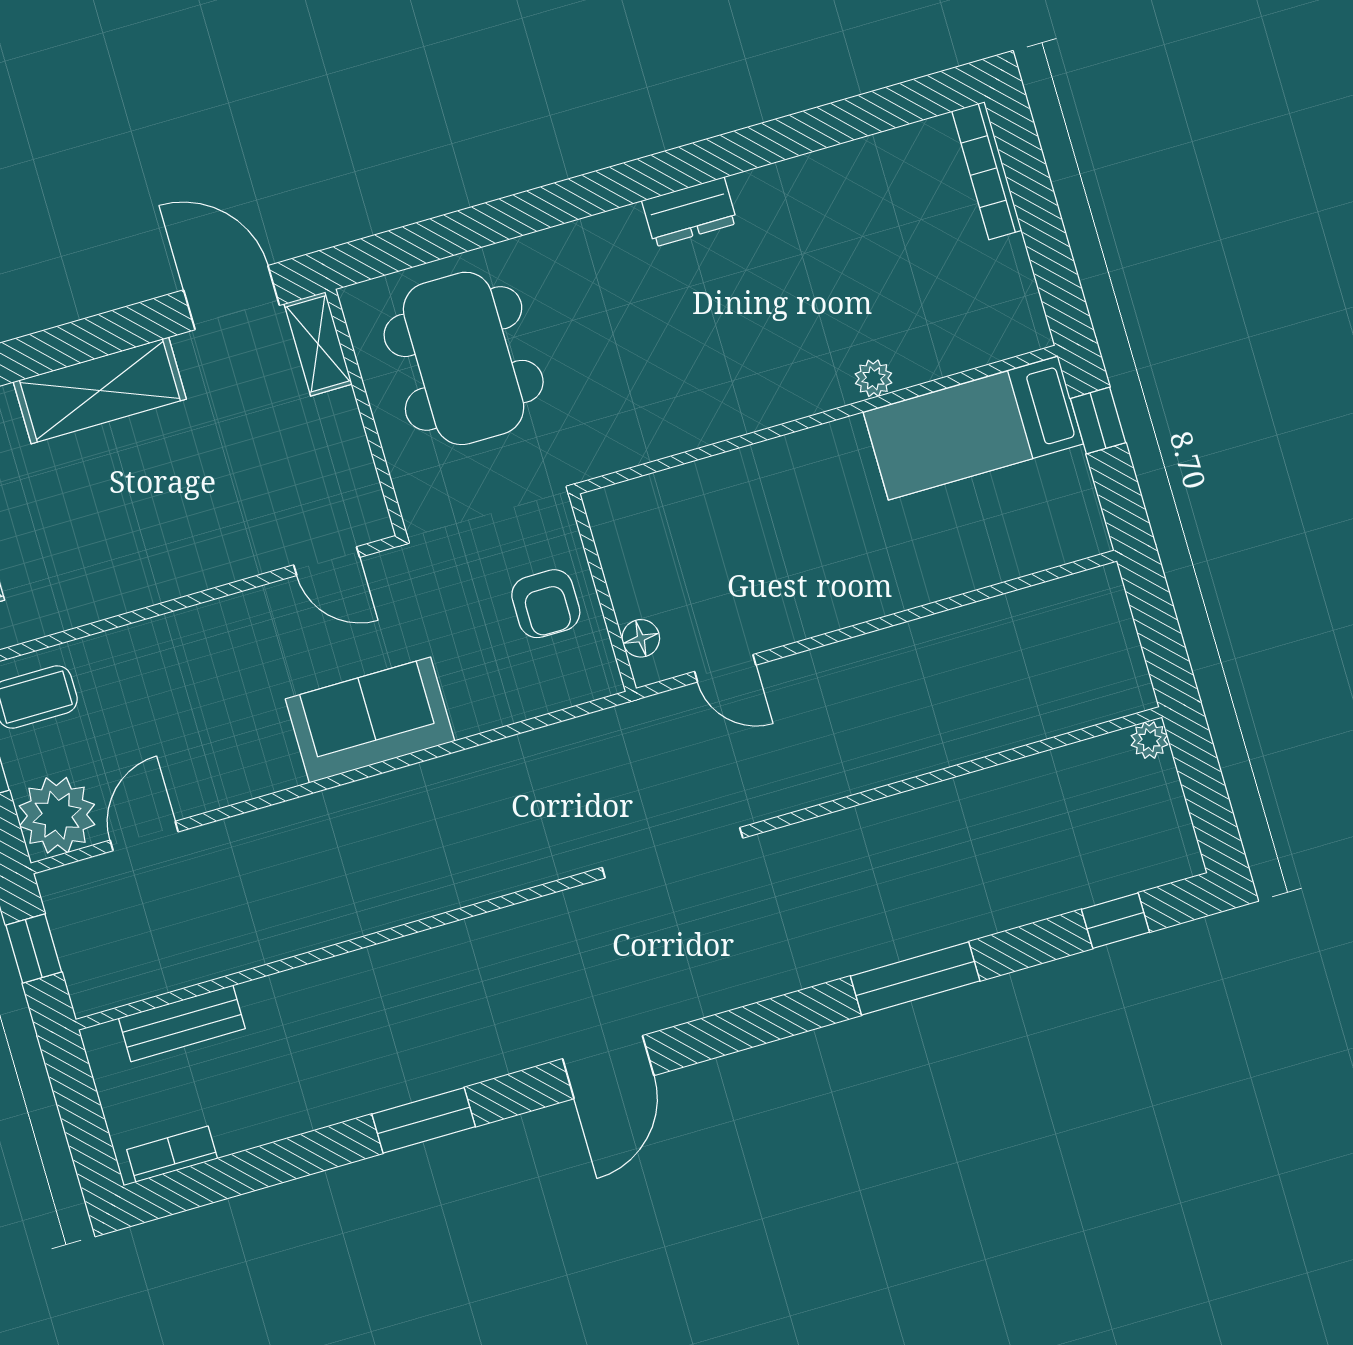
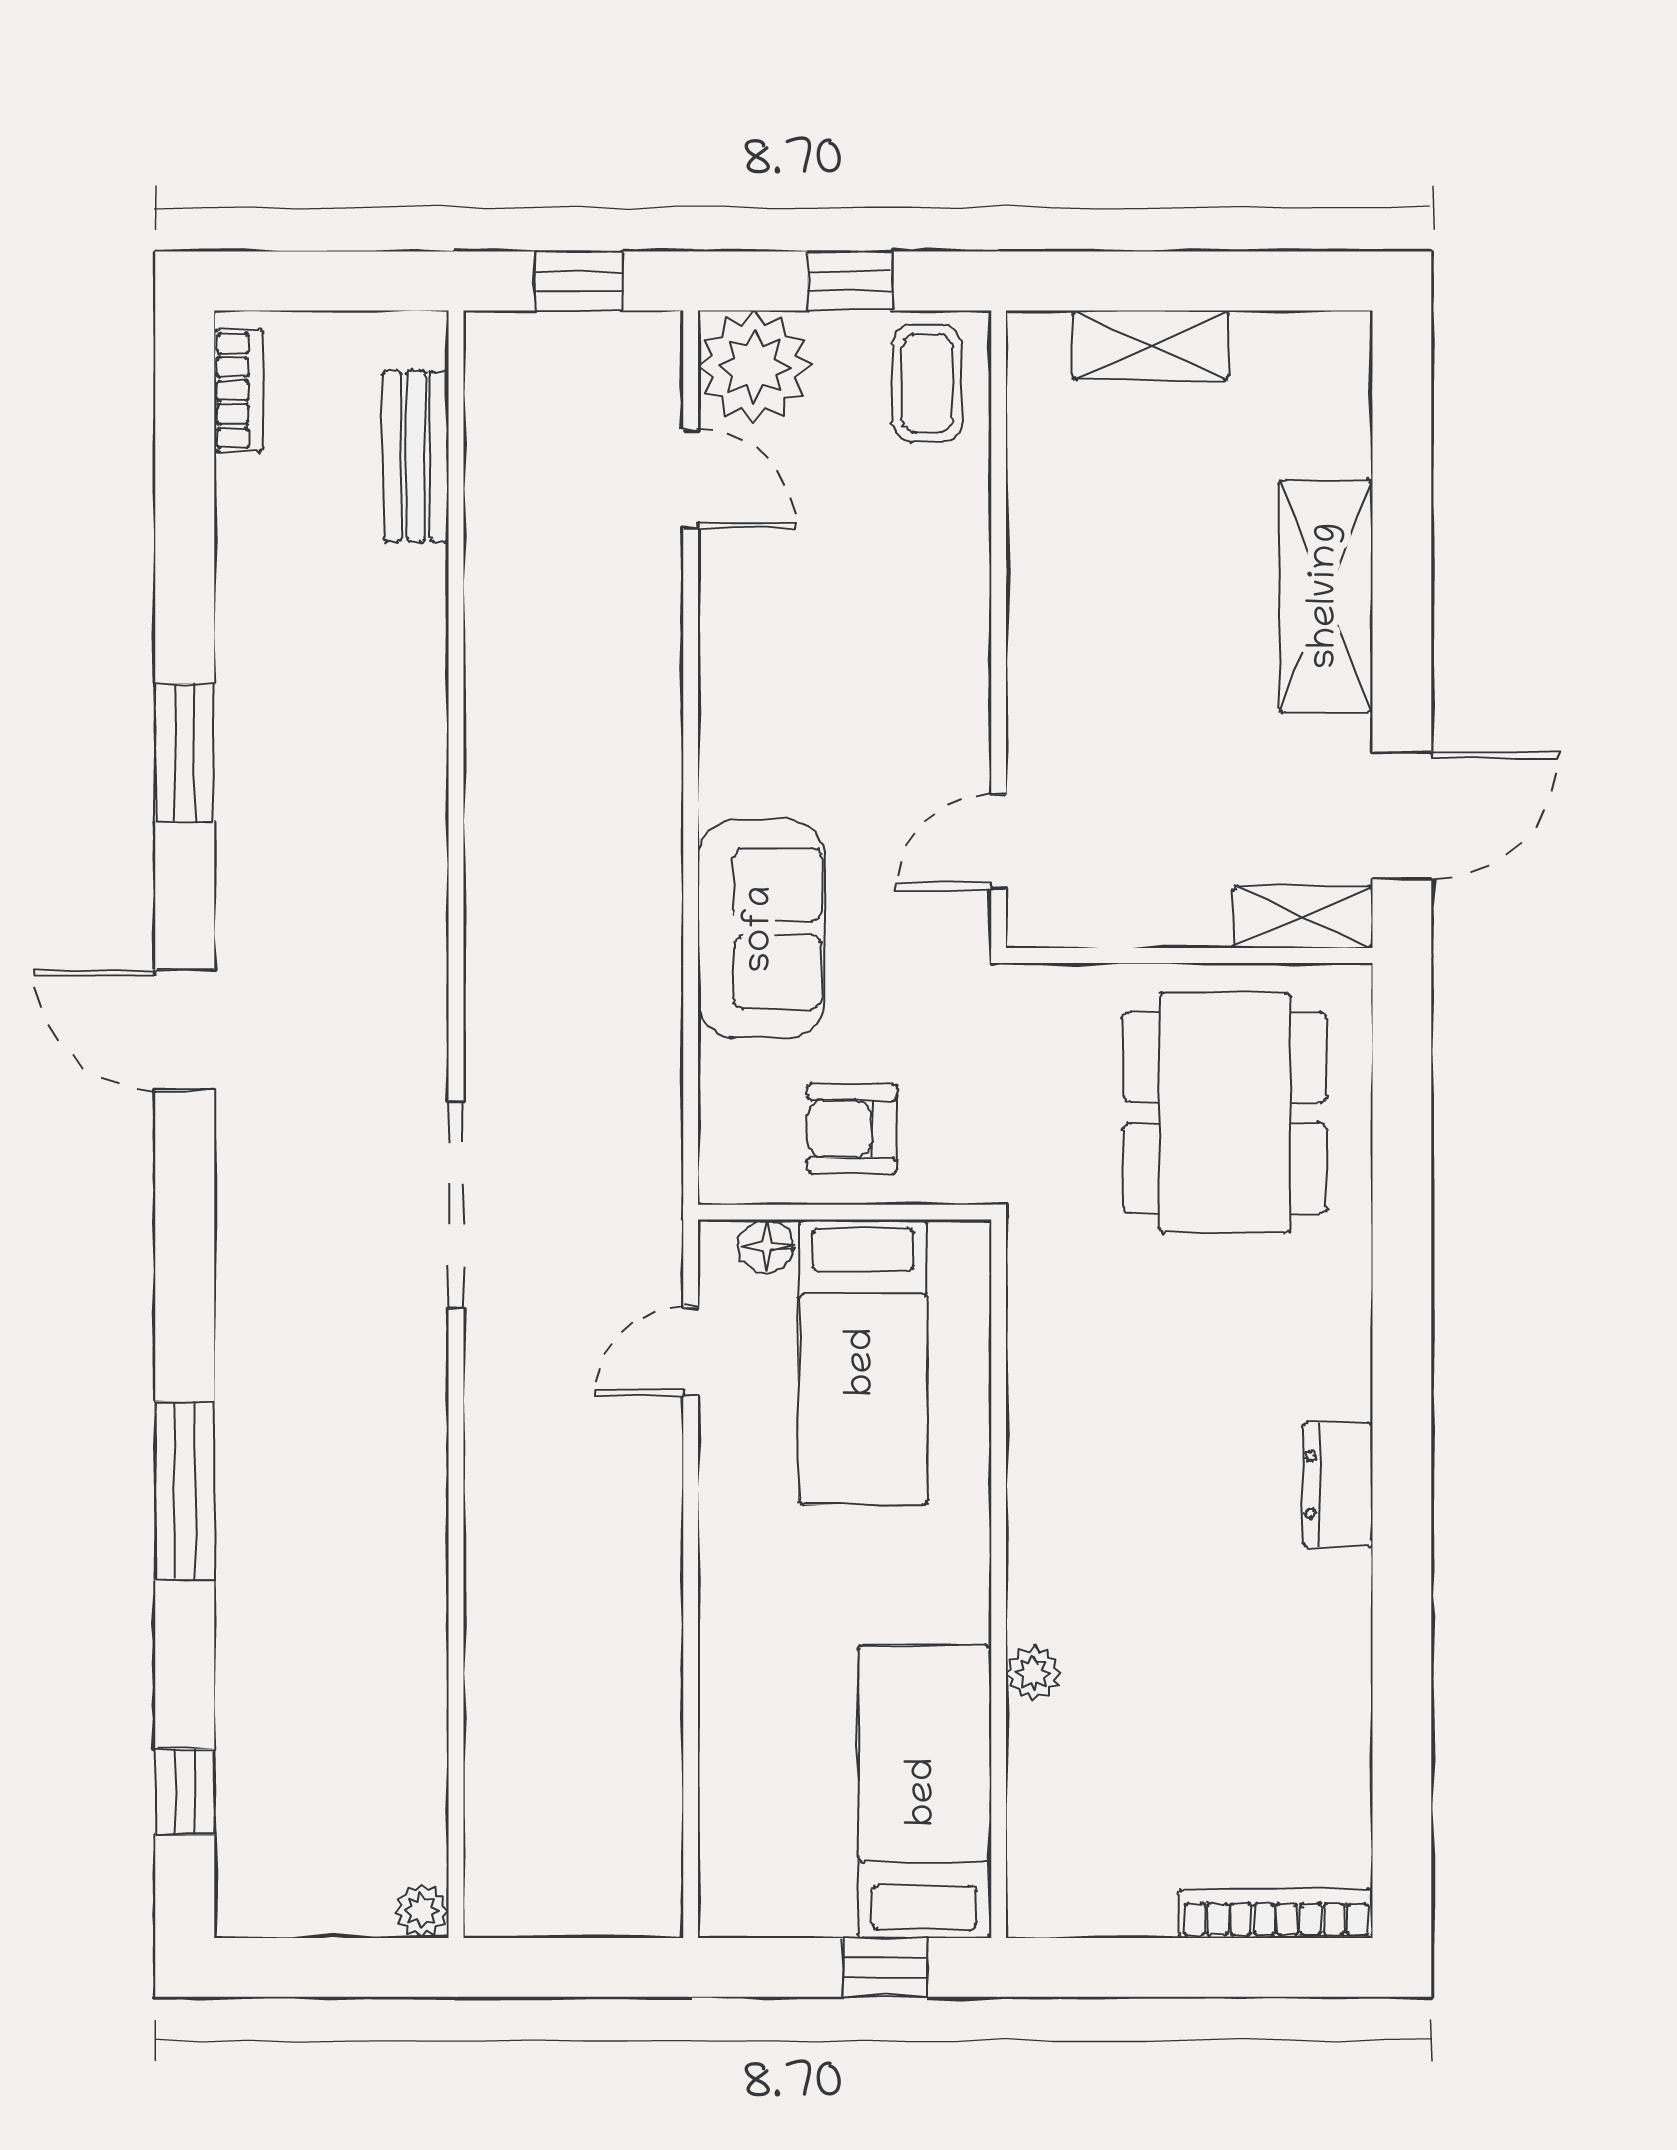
dining table: (464, 358) -> (1225, 1113), turned 90
bed: (699, 552) -> (863, 1362), added
sofa: (370, 720) -> (761, 929), moved

